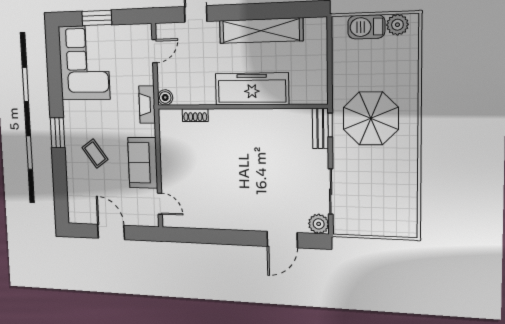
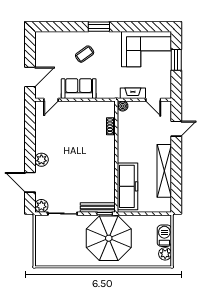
freezer: (252, 89) -> (128, 186), moved
fireplace: (147, 105) -> (133, 93), moved
parasol: (371, 118) -> (109, 238), width x1.36, depth x1.36
bench: (320, 129) -> (98, 208), width x1.36
plant: (247, 221) -> (41, 160), added
door: (111, 232) -> (30, 77), moved

